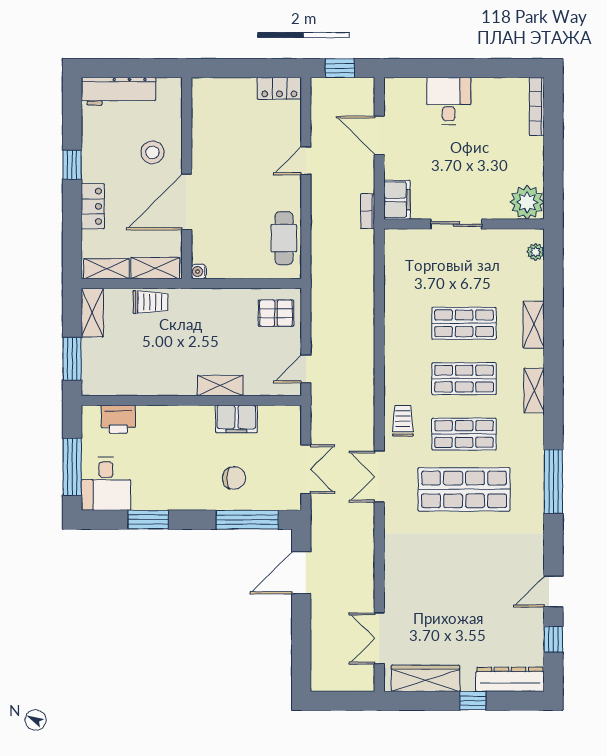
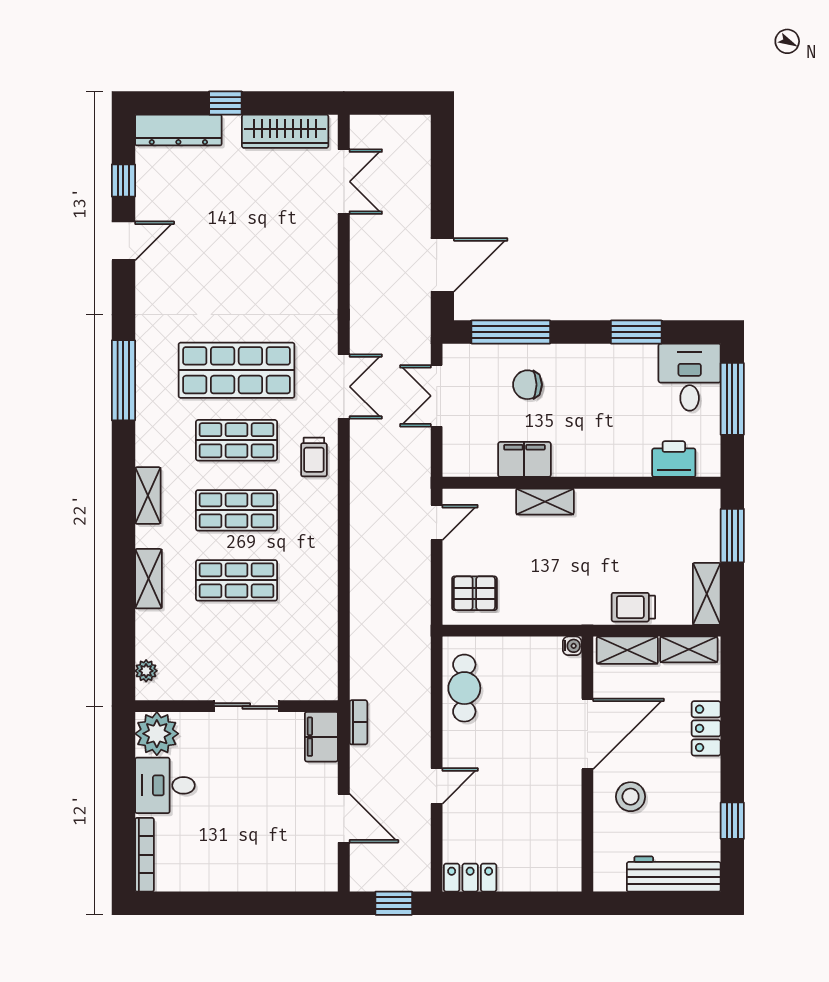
desk: (449, 101) -> (165, 785), moved, turned 90
window: (72, 165) -> (732, 821), moved

